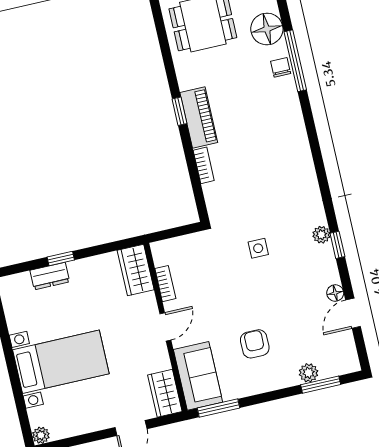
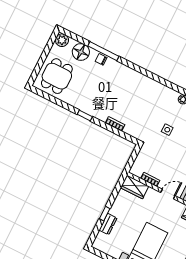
piano: (199, 117) -> (94, 110), removed
door: (165, 327) -> (168, 194), hinge flipped

